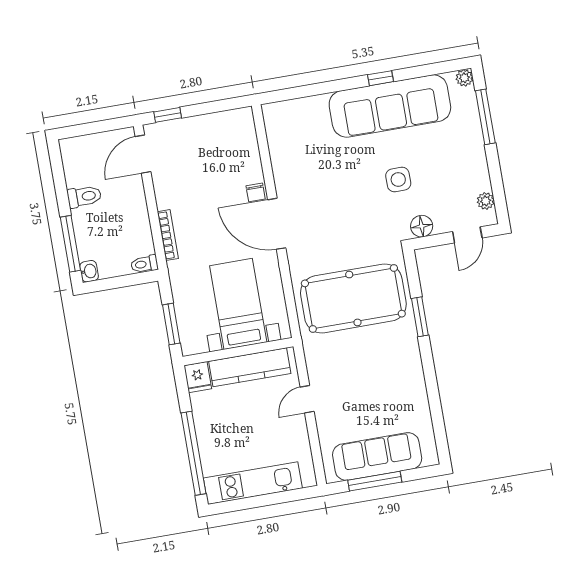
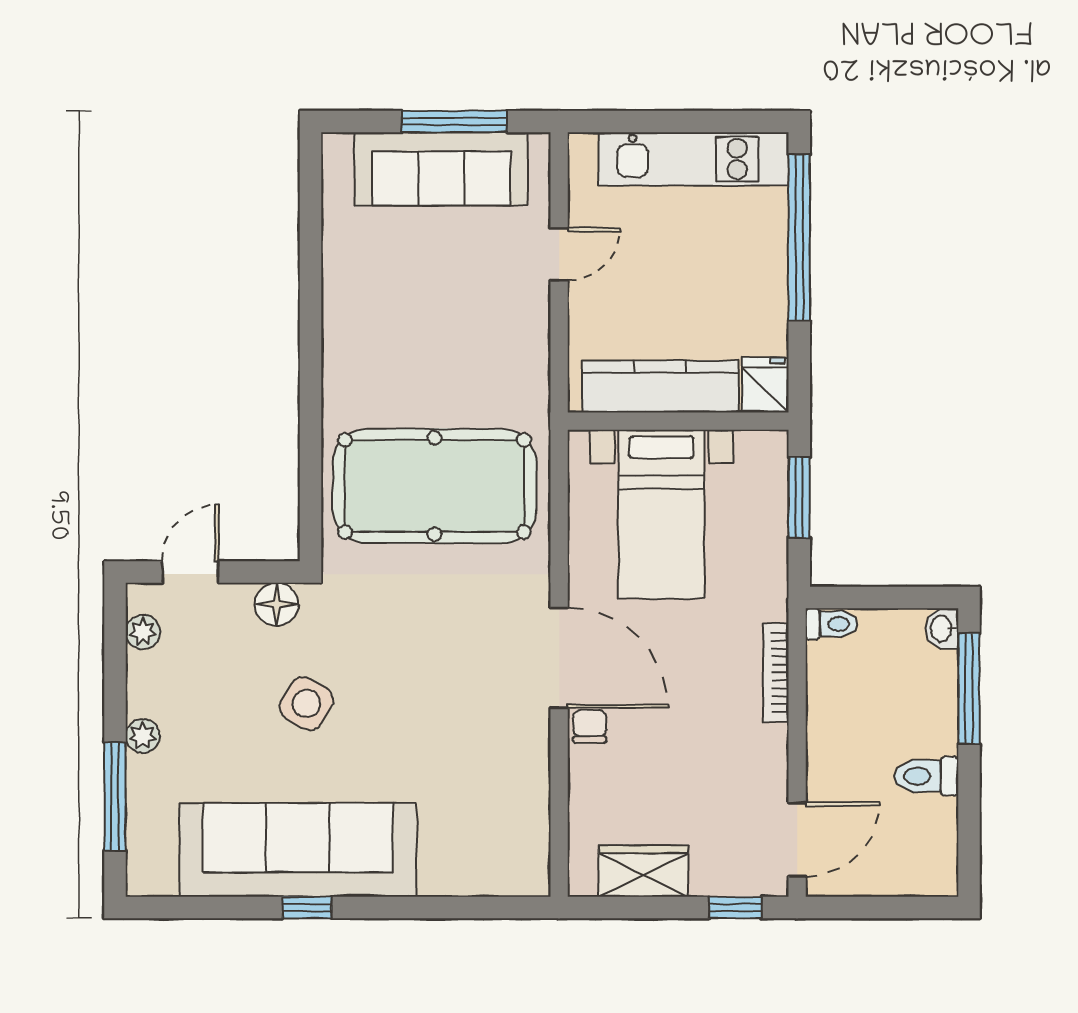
plant: (464, 78) -> (143, 736), moved
wardrobe: (217, 125) -> (643, 871), added
side table: (398, 180) -> (307, 703), turned 31
window: (420, 317) -> (310, 428), removed
door: (307, 399) -> (559, 254), moved

